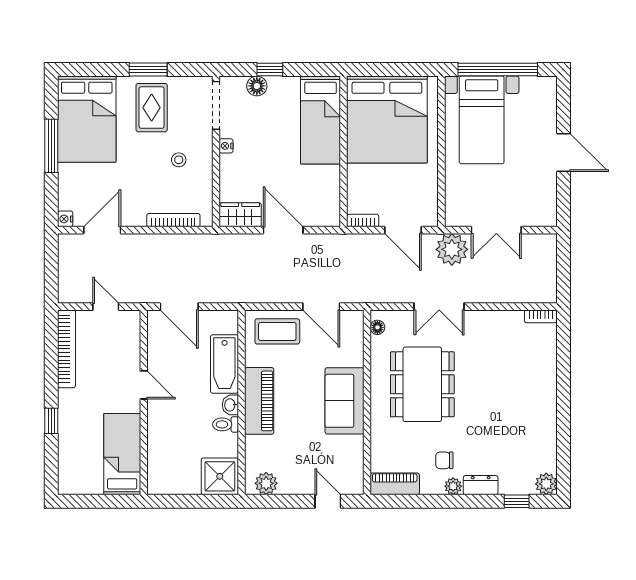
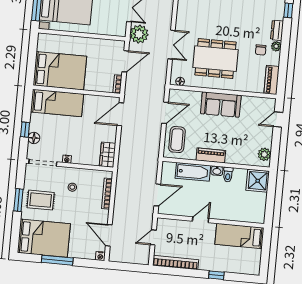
bed: (387, 120) -> (60, 71), width x0.73
door: (283, 230) -> (120, 114), moved
piano: (259, 401) -> (211, 155), width x0.73, depth x0.75

